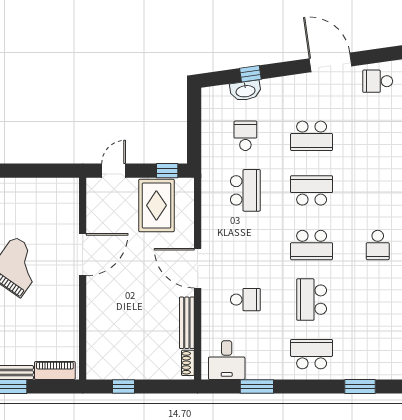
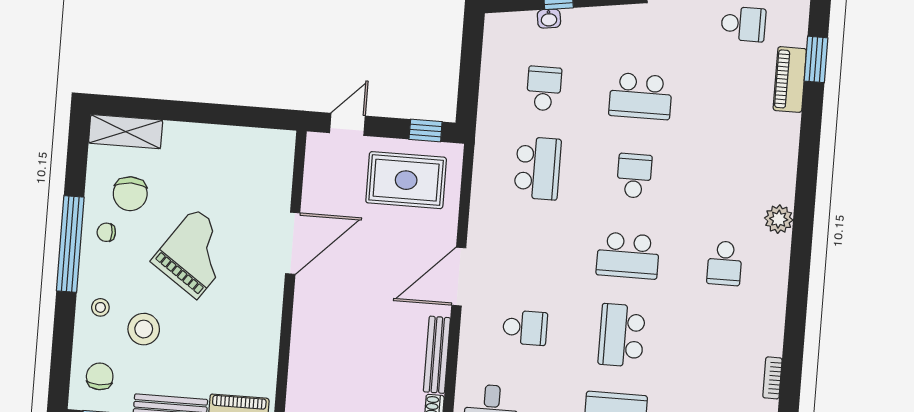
school desk: (378, 81) -> (743, 24), turned 180
washbasin: (245, 91) -> (549, 19), width x0.52, depth x0.69
school desk: (312, 190) -> (634, 176), width x0.54
rug: (156, 205) -> (406, 180), turned 90
door: (198, 268) -> (459, 277), hinge flipped

